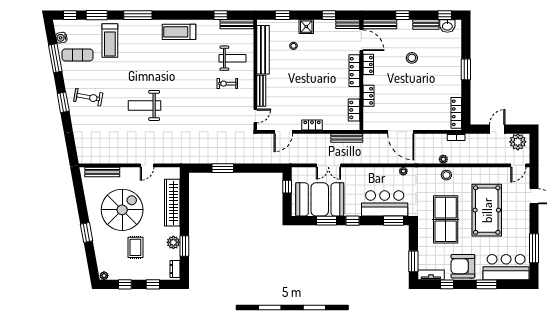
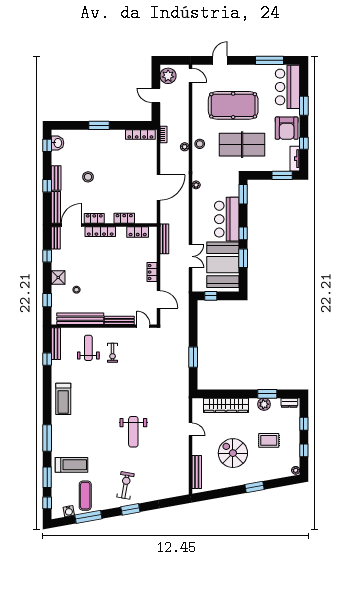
bench: (426, 25) -> (56, 178), moved
bar counter: (385, 203) -> (227, 219), moved
spiral stairs: (122, 210) -> (233, 453), width x0.73, depth x0.73

